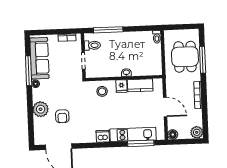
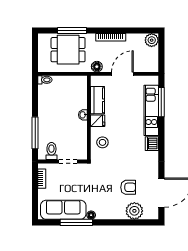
plant: (41, 109) -> (134, 211), moved
floor lamp: (173, 135) -> (97, 67), moved

